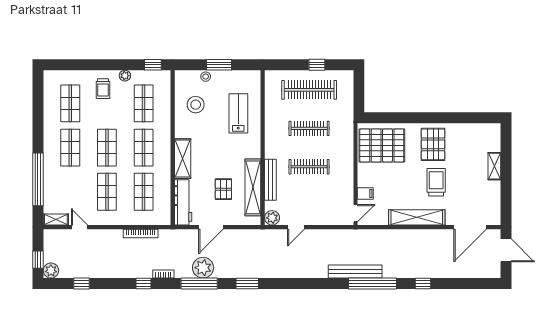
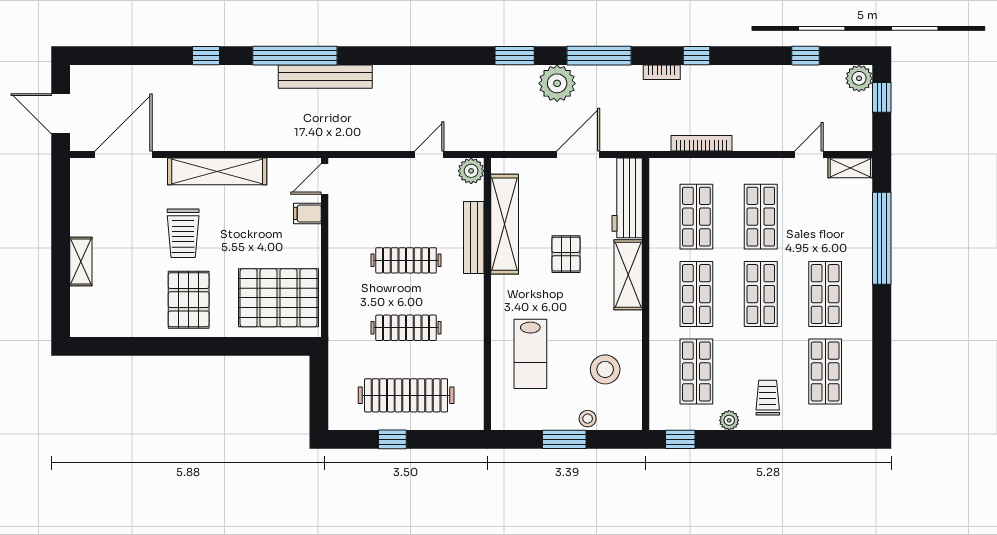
pallet: (223, 189) -> (566, 254), moved
door: (79, 227) -> (809, 154), swing flipped
plant: (203, 268) -> (557, 83), moved

